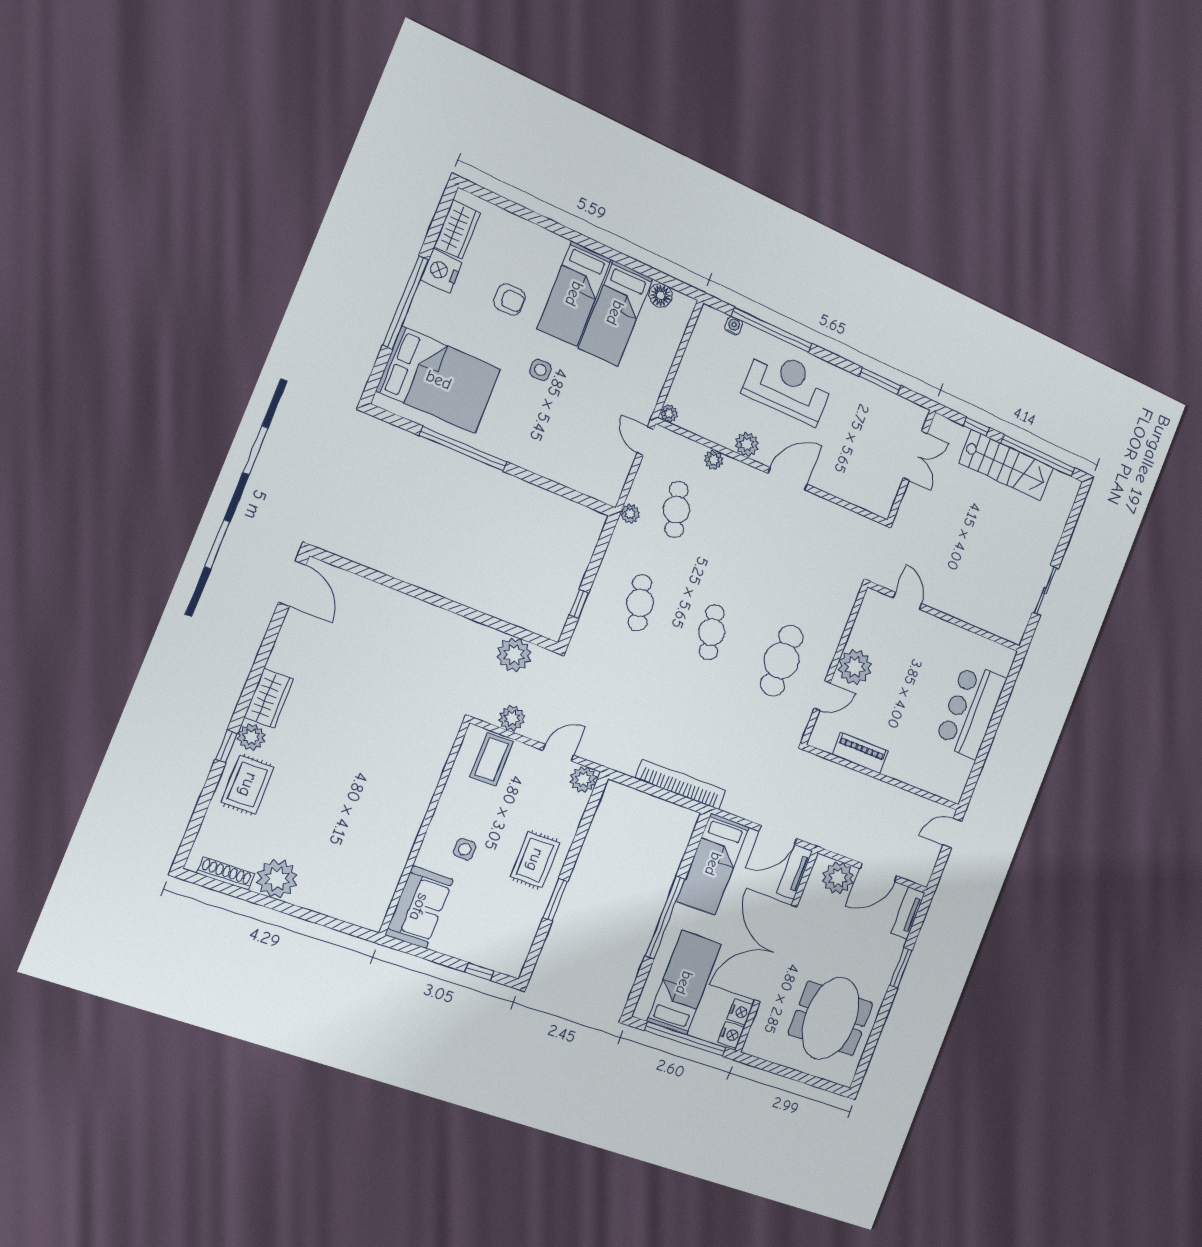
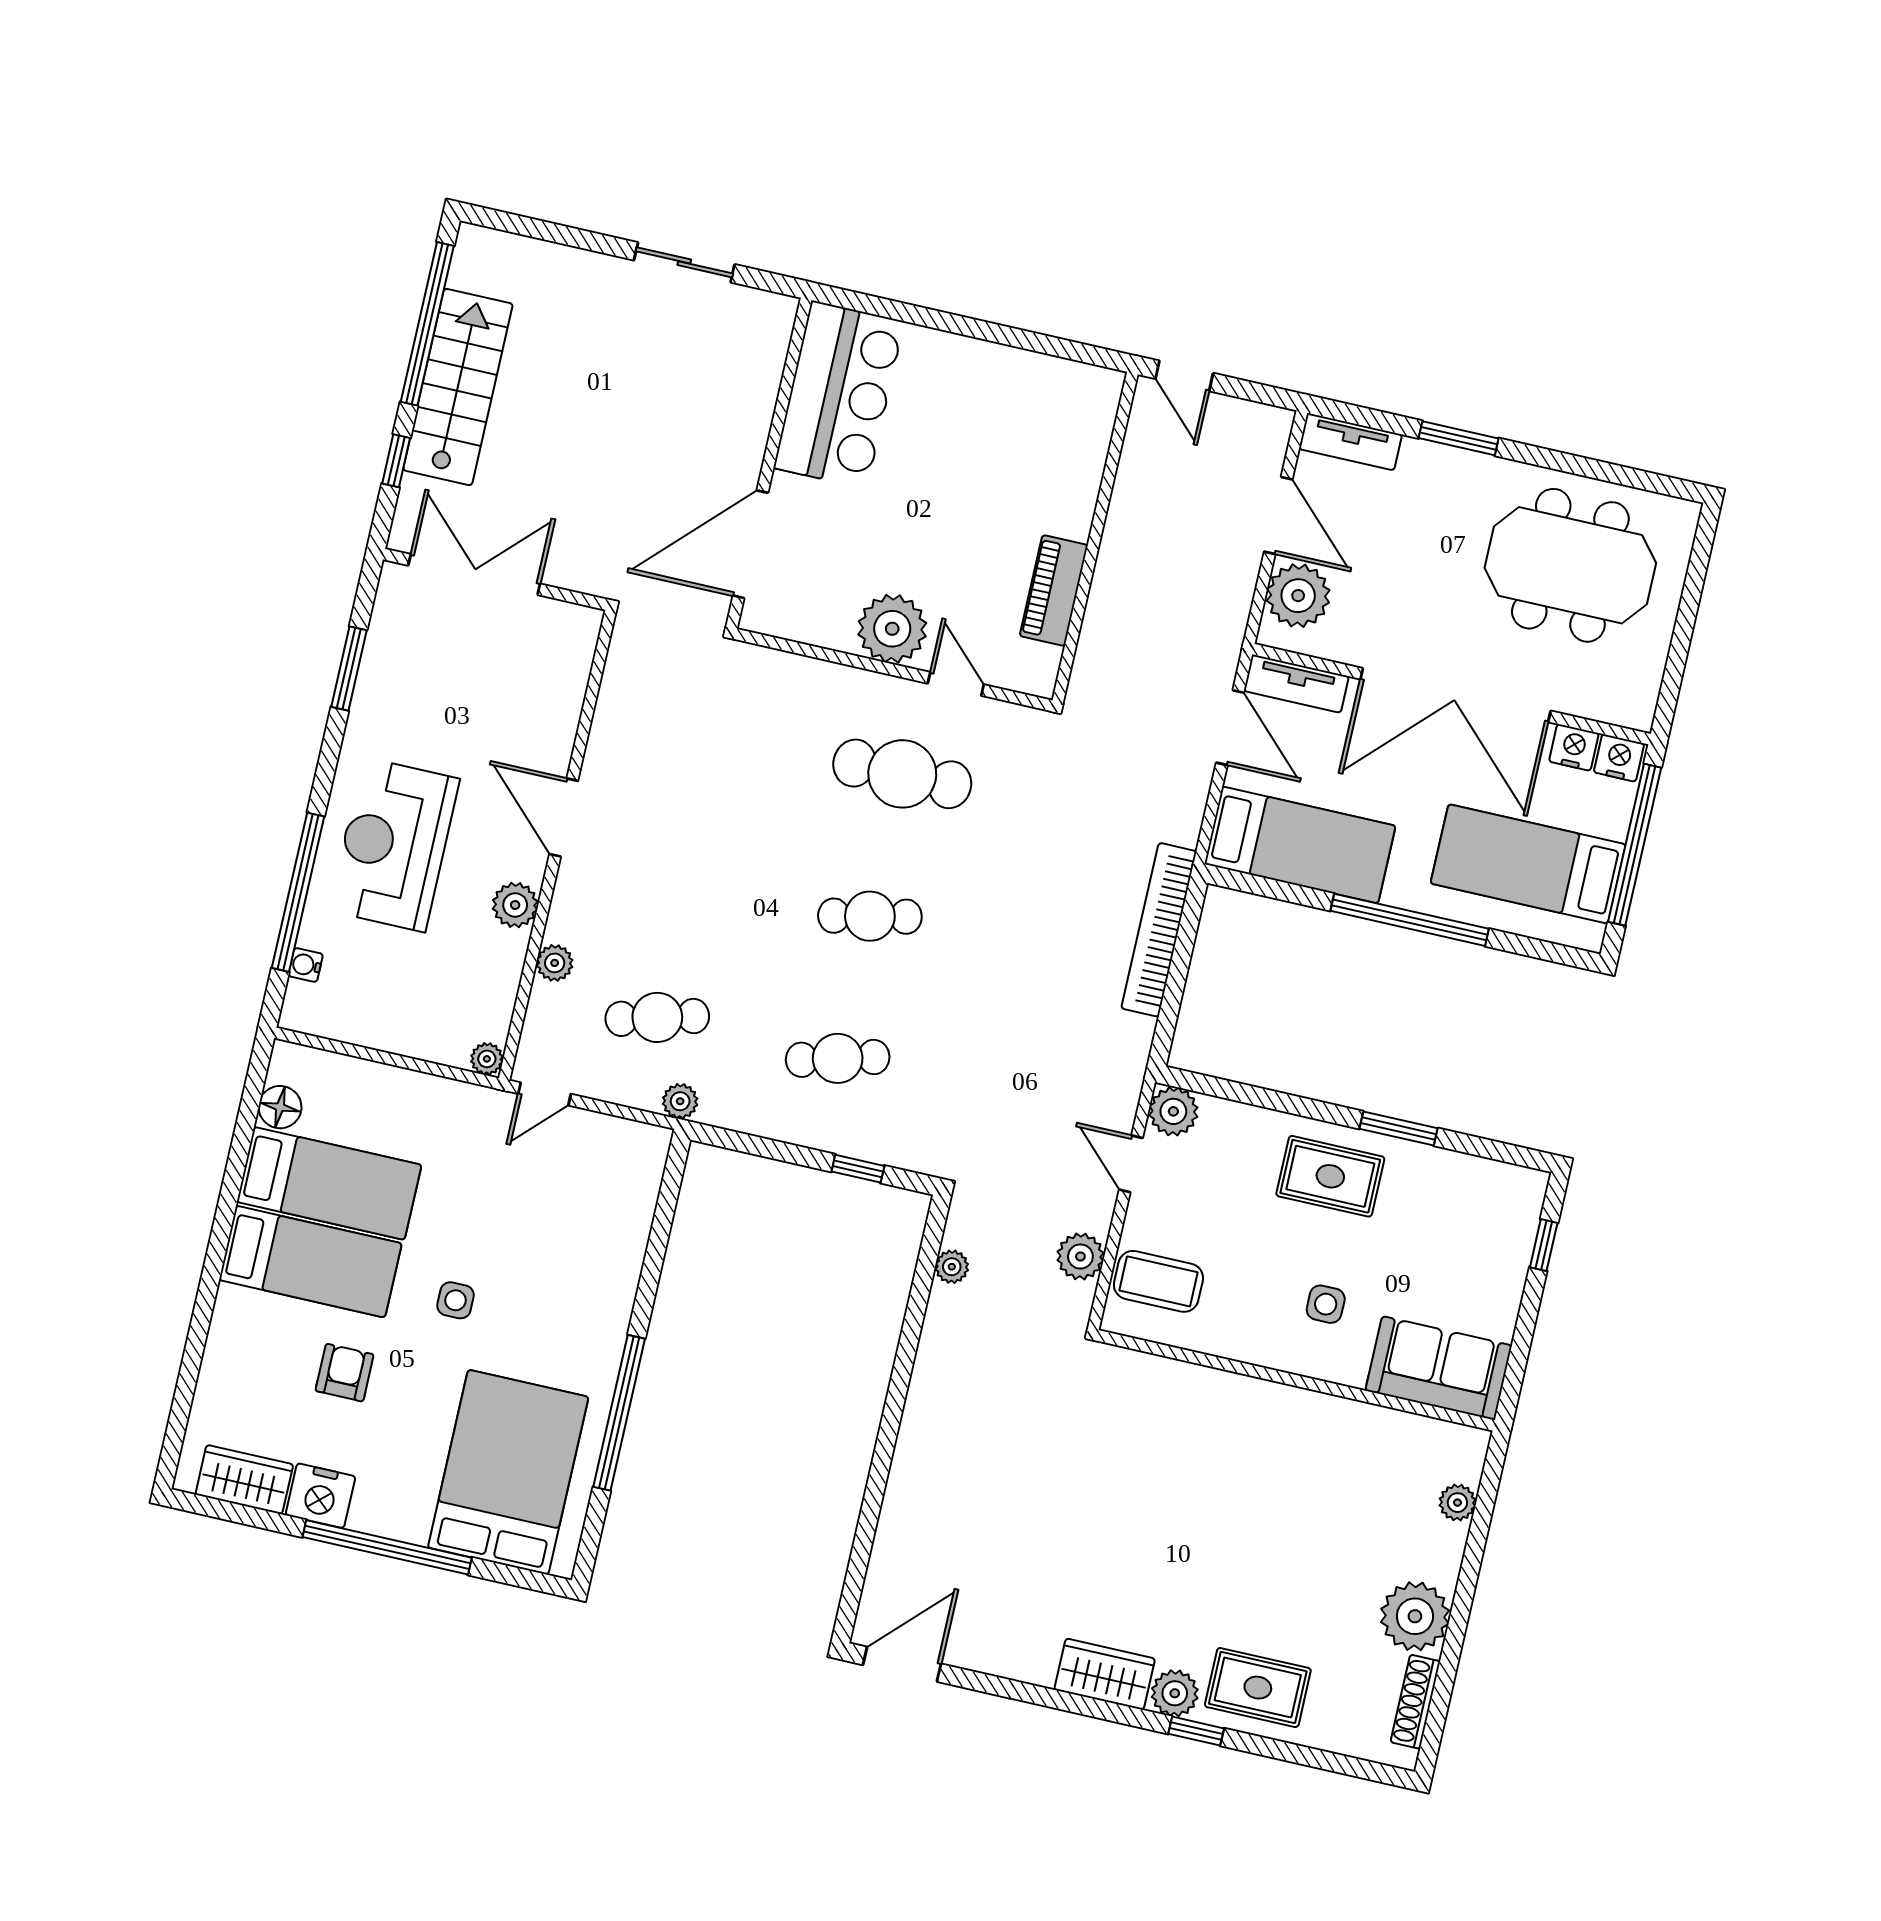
double door: (915, 456) -> (474, 575), width x1.37
door: (907, 601) -> (750, 544), width x1.87
plant: (514, 655) -> (952, 1267), width x0.53, depth x0.53
bar counter: (971, 711) -> (839, 395), moved, turned -90
plant: (340, 910) -> (1457, 1503), added

